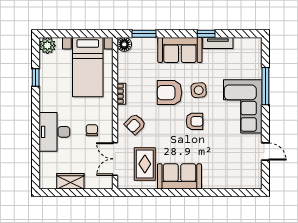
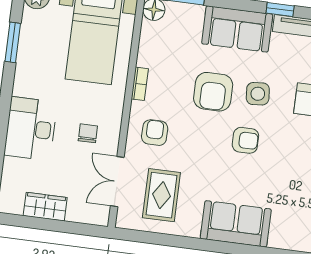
window: (36, 77) -> (13, 42), width x1.50
armchair: (170, 93) -> (213, 92), turned -90
armchair: (135, 124) -> (155, 133), turned 135
sofa: (179, 176) -> (236, 224), moved

